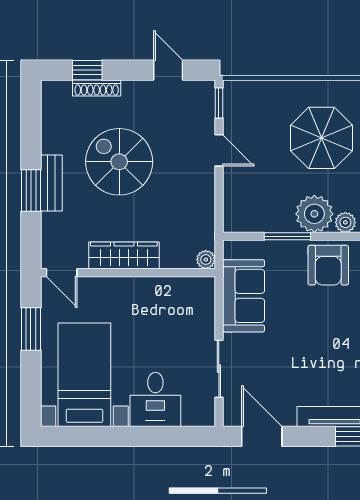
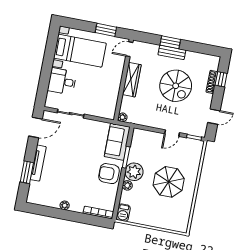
spiral stairs: (119, 162) -> (176, 86), turned 90
sofa: (244, 296) -> (117, 142), moved, turned 90

